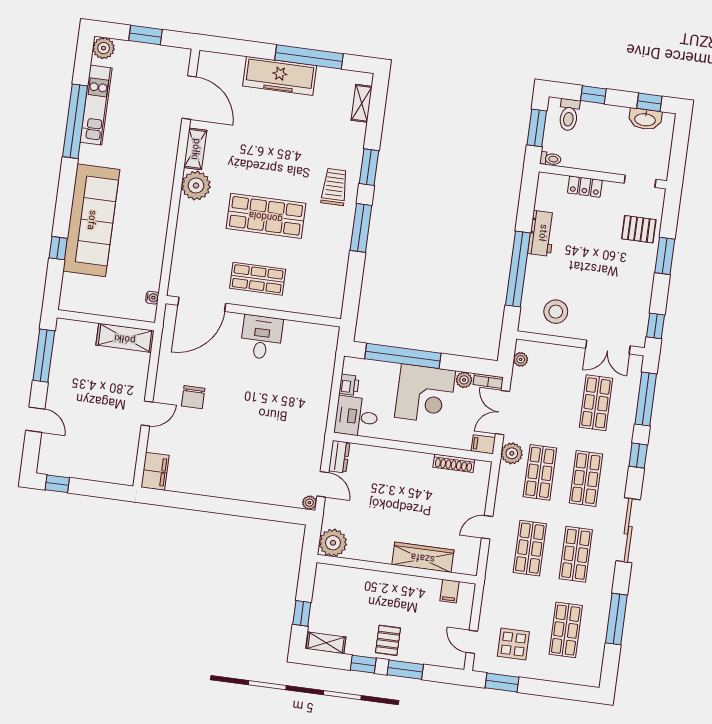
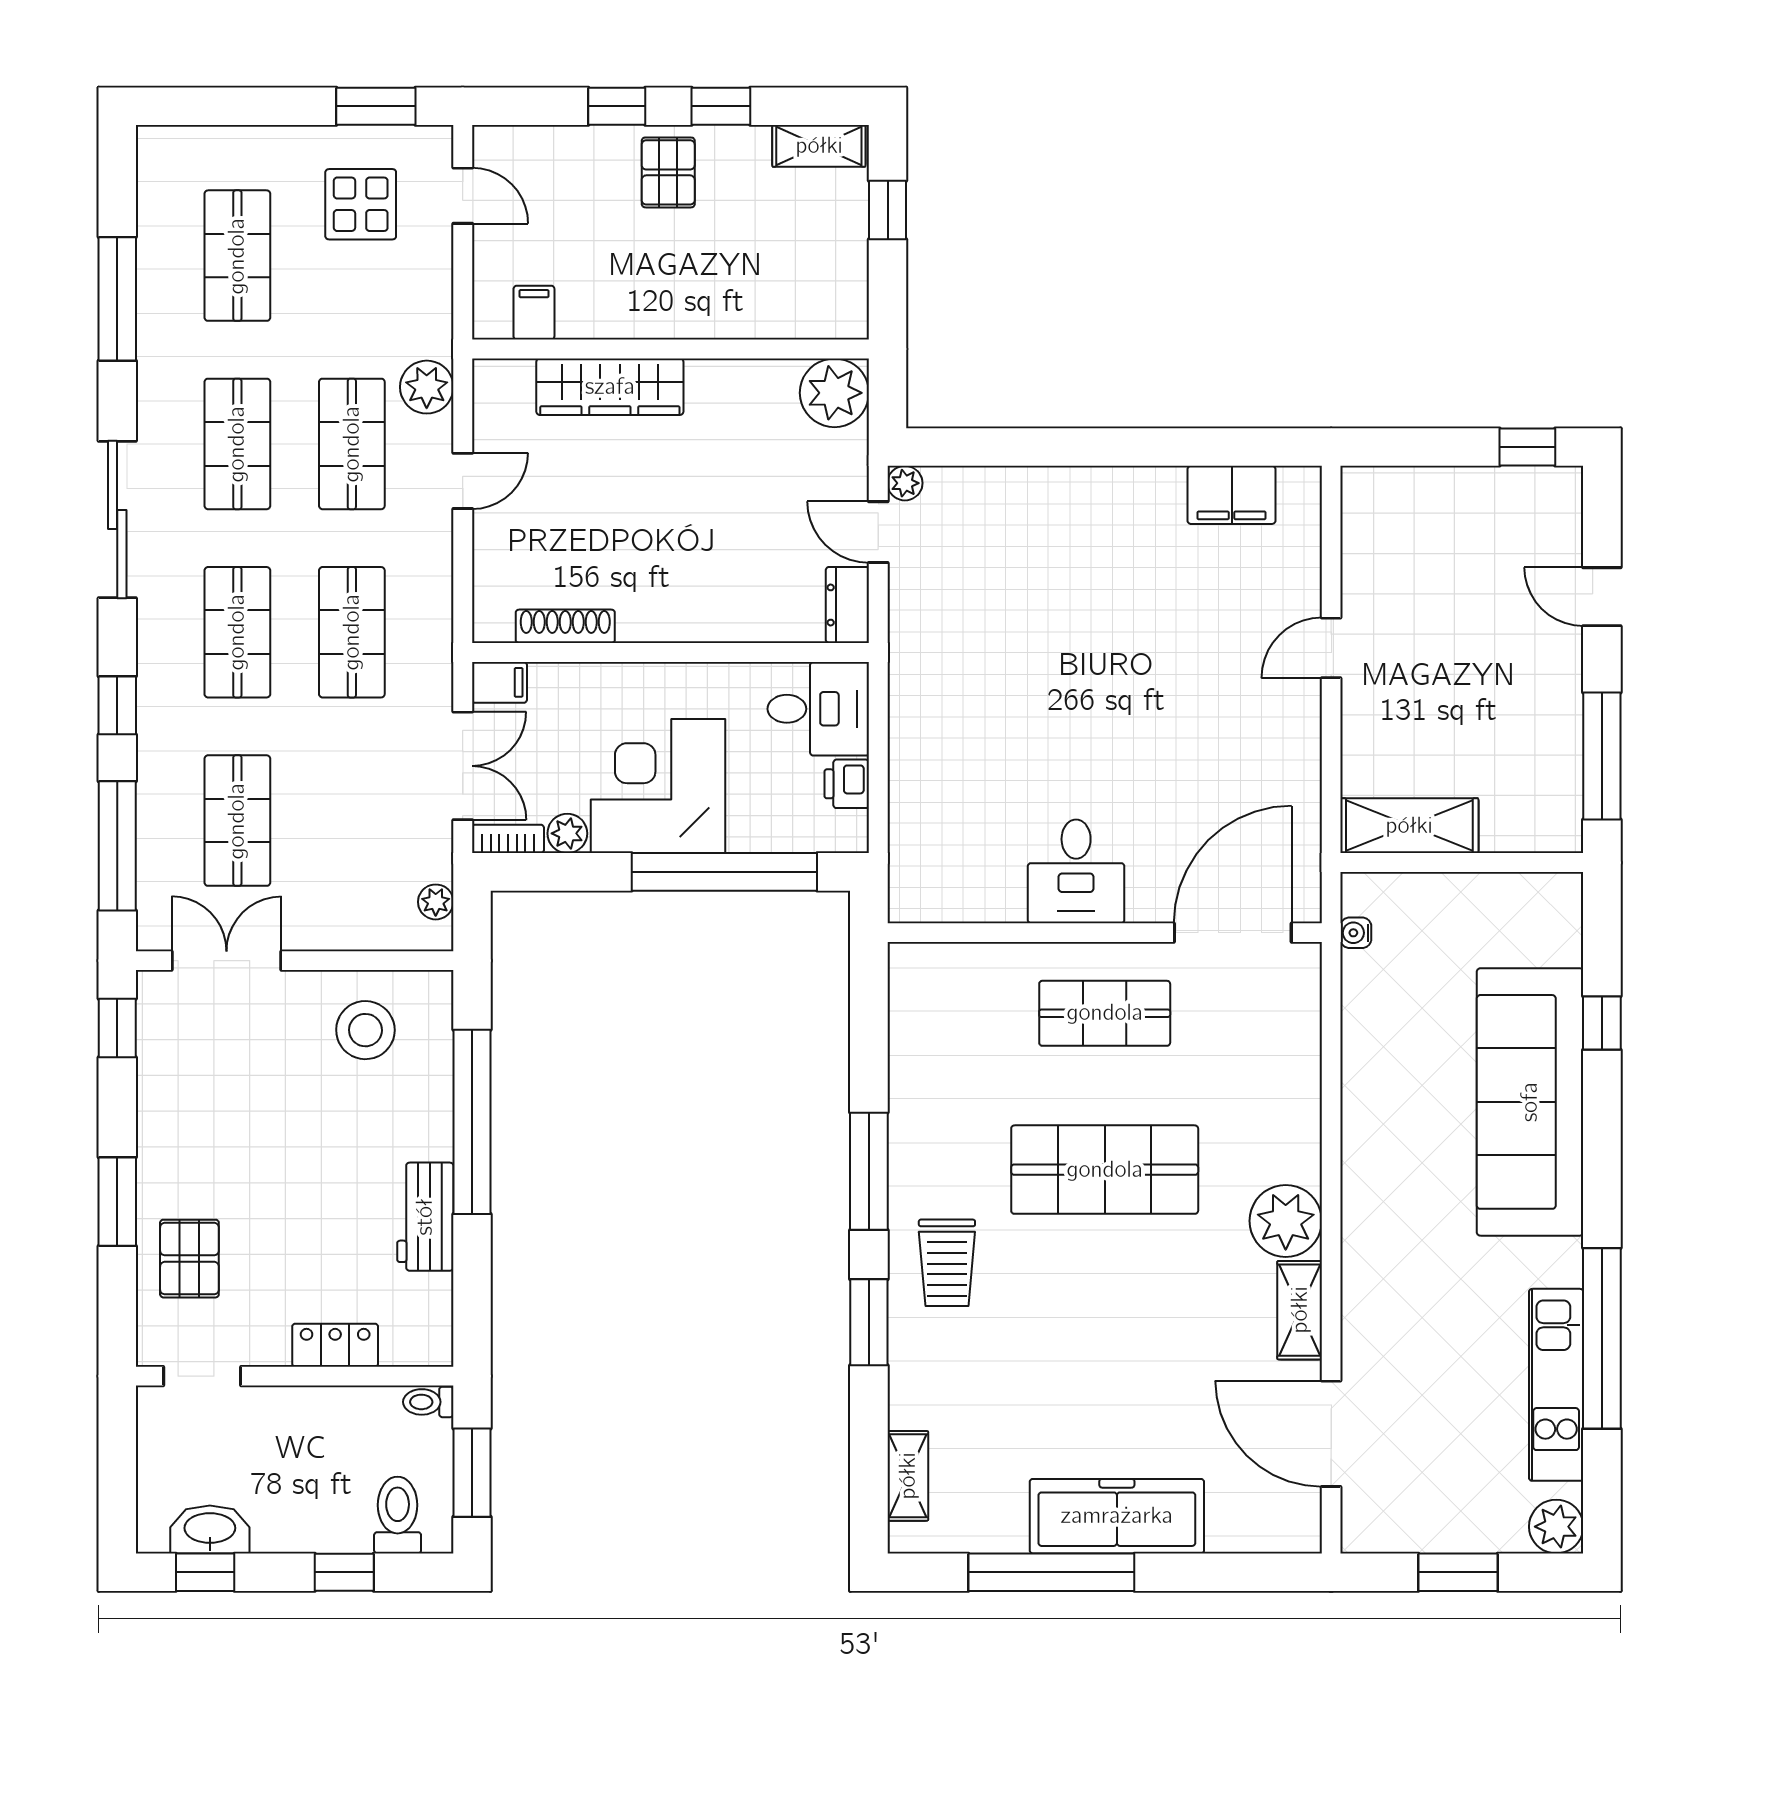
pallet: (639, 229) -> (189, 1259), turned 90
chair: (193, 397) -> (1224, 703), removed
plant: (512, 453) -> (427, 387), moved
filing cabinet: (155, 471) -> (1232, 495), moved, turned -90
window: (405, 670) -> (617, 106), width x0.67

